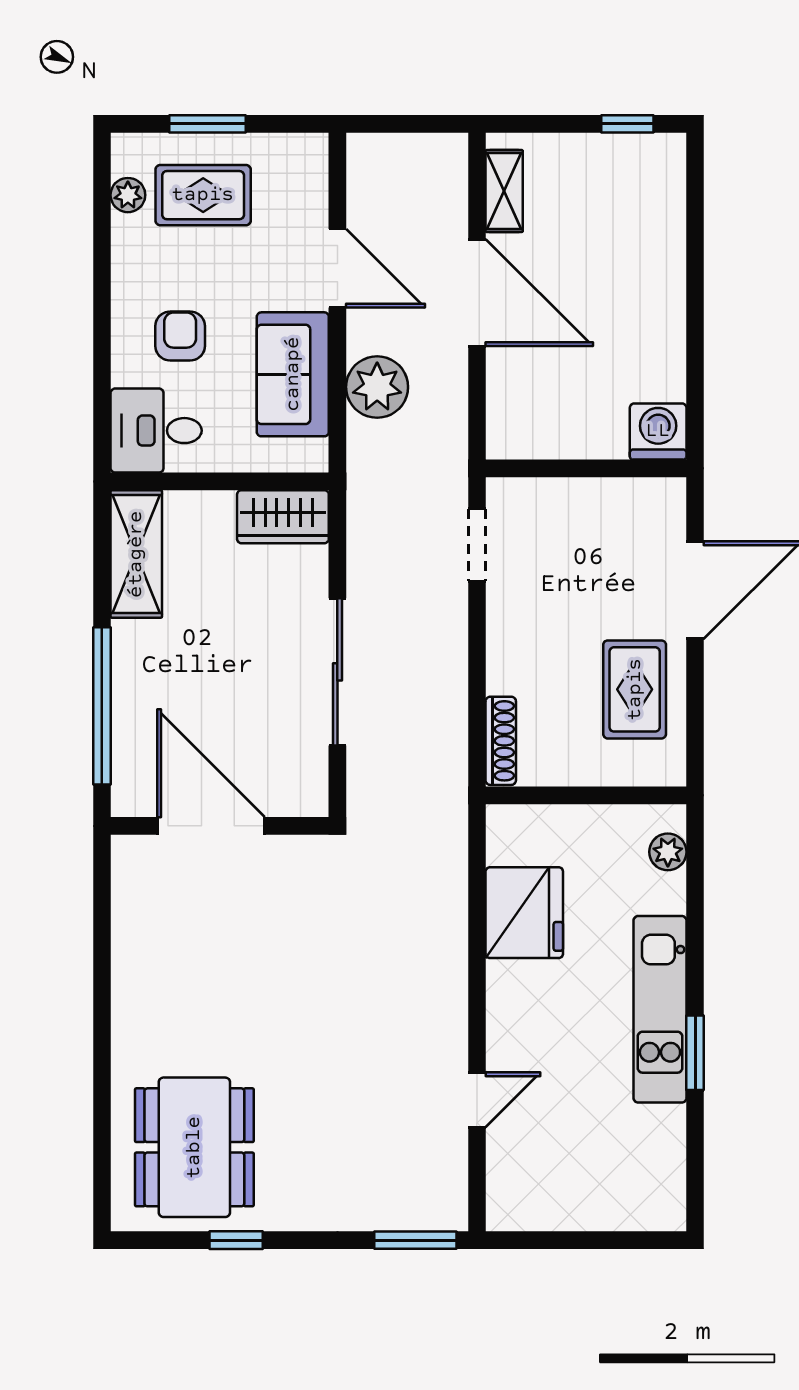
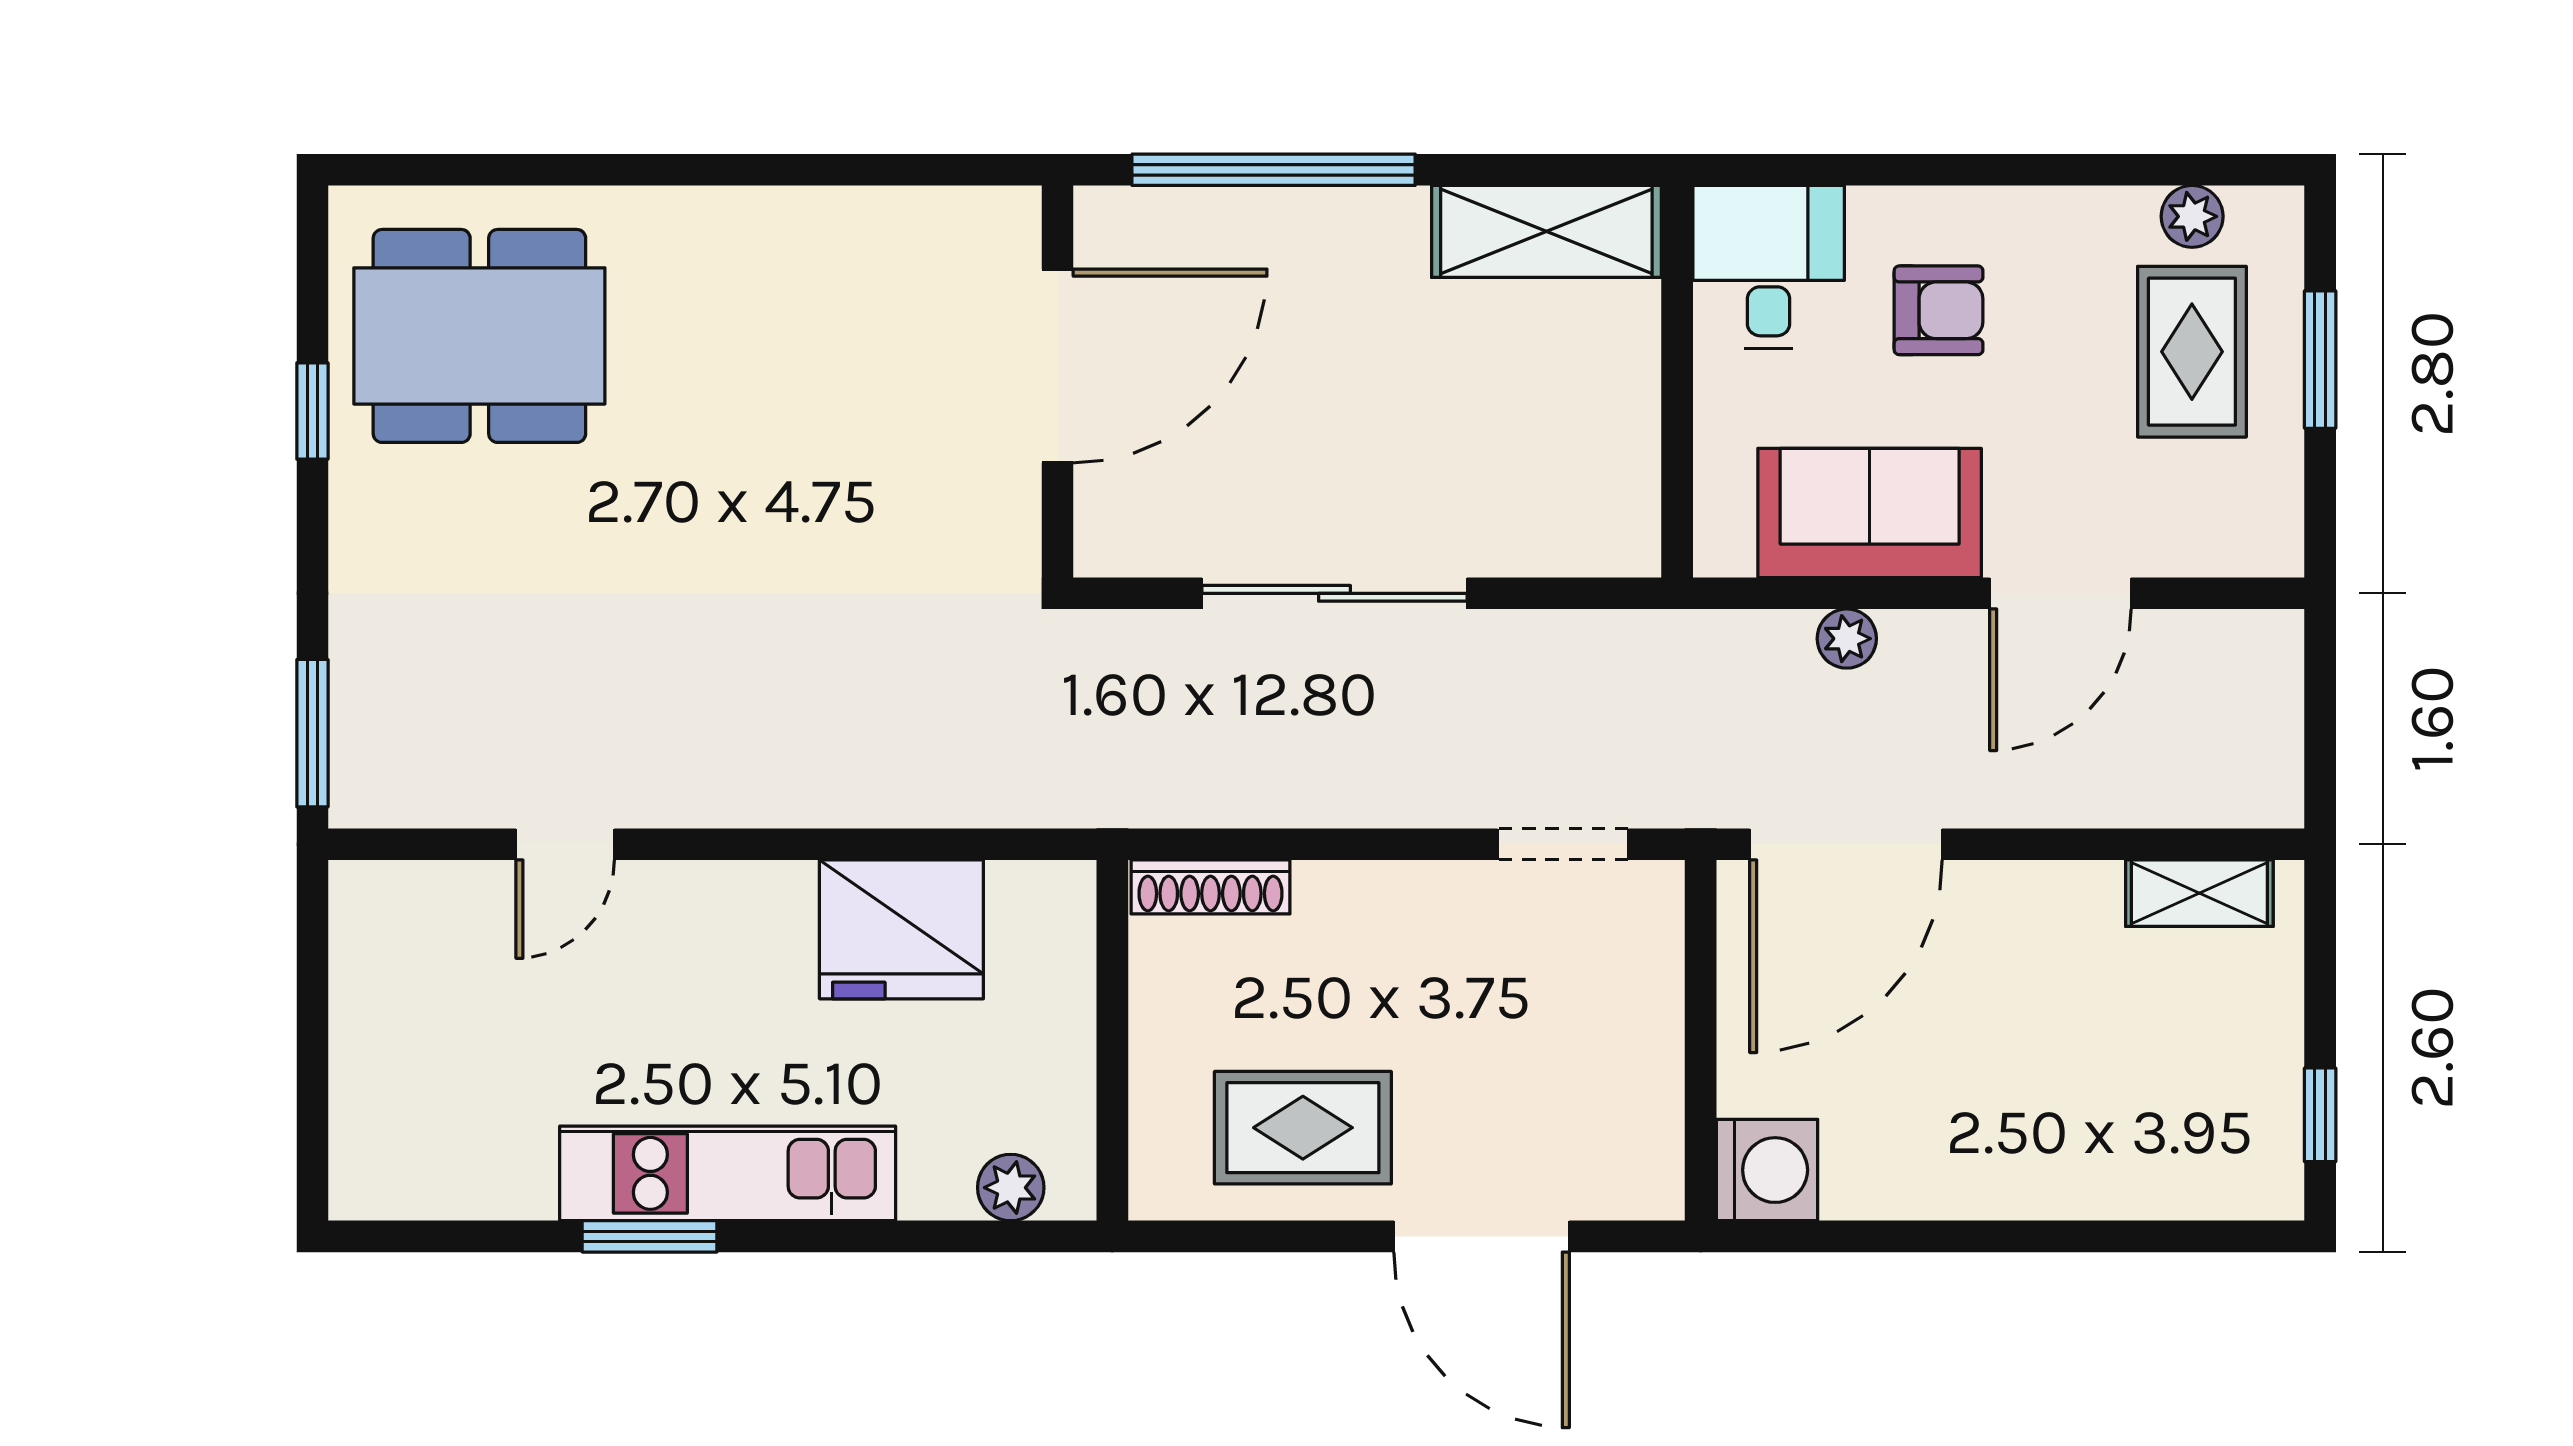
door: (477, 293) -> (1846, 844), moved
plant: (377, 387) -> (1847, 639), width x0.53, depth x0.53
wardrobe: (283, 517) -> (1614, 495), removed
door: (477, 1100) -> (565, 844), hinge flipped

